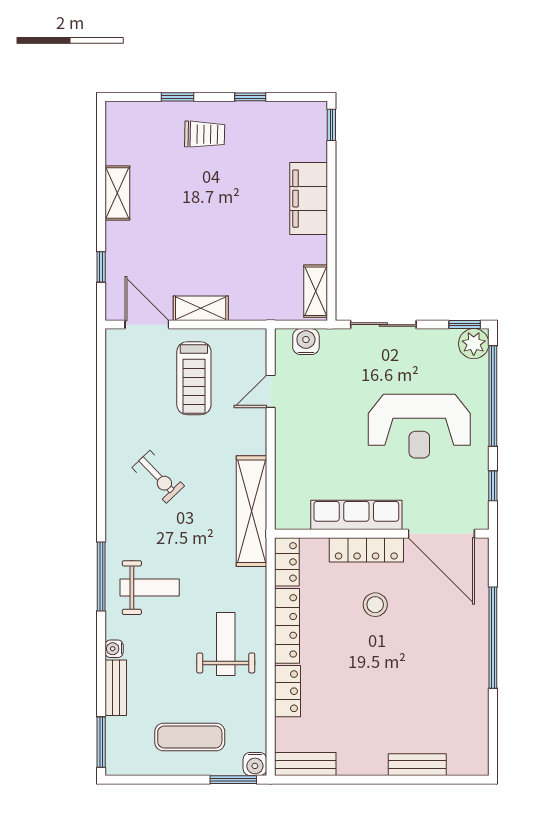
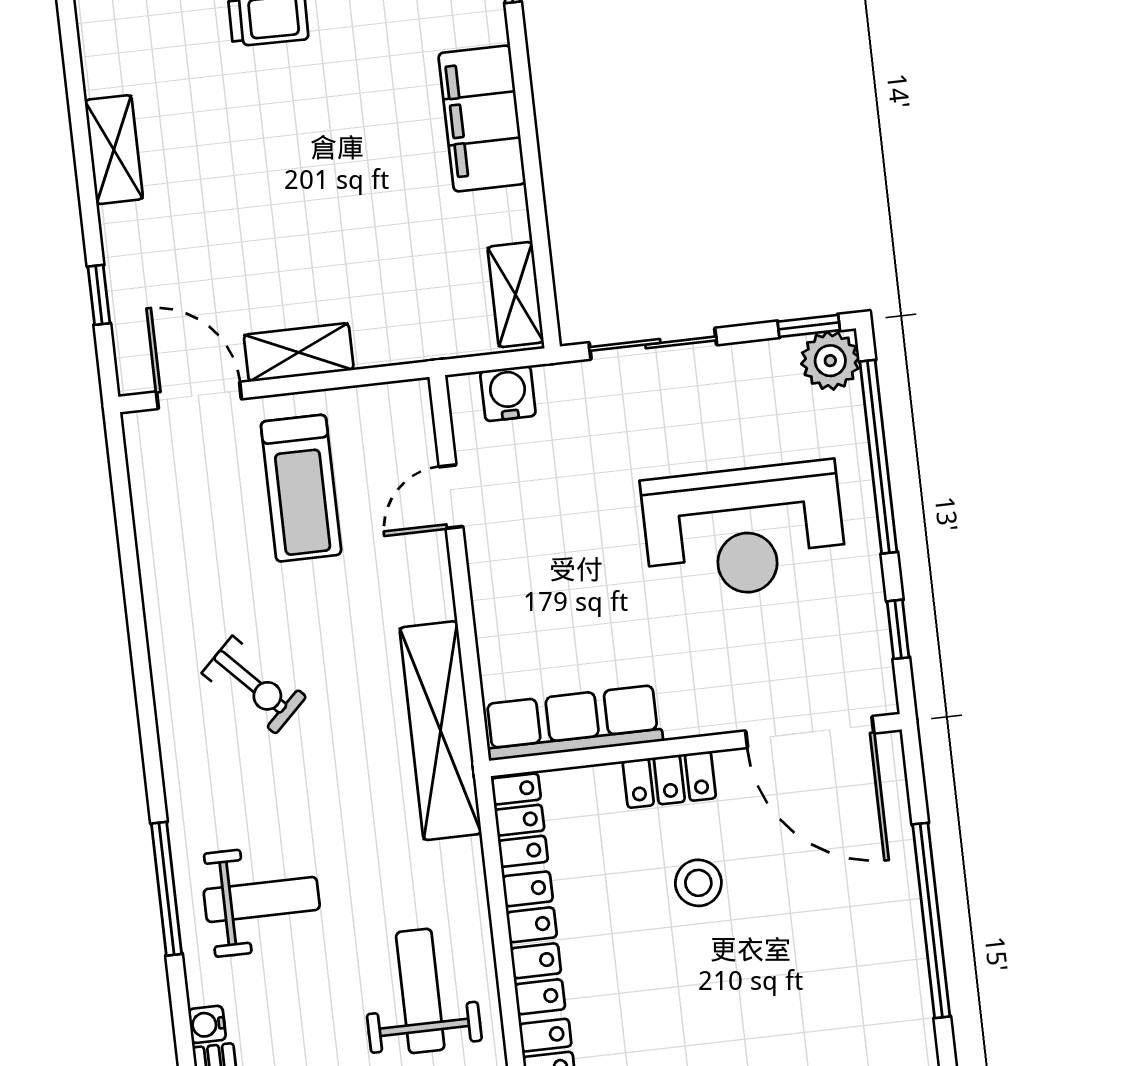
row of seats: (356, 515) -> (573, 723), moved
locker: (366, 550) -> (669, 780), width x0.66

